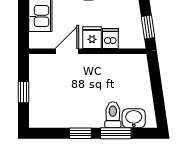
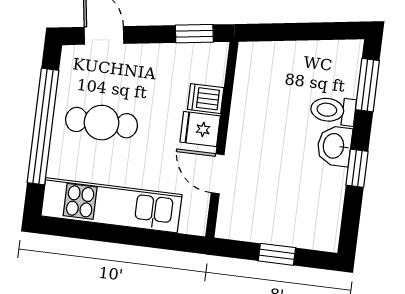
washbasin: (134, 118) -> (334, 146), moved
window: (116, 133) -> (367, 85), moved

